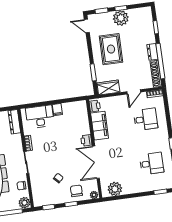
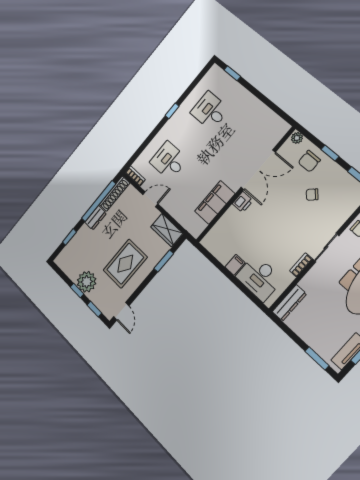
printer: (95, 106) -> (198, 227), removed
plant: (115, 189) -> (270, 122), removed

